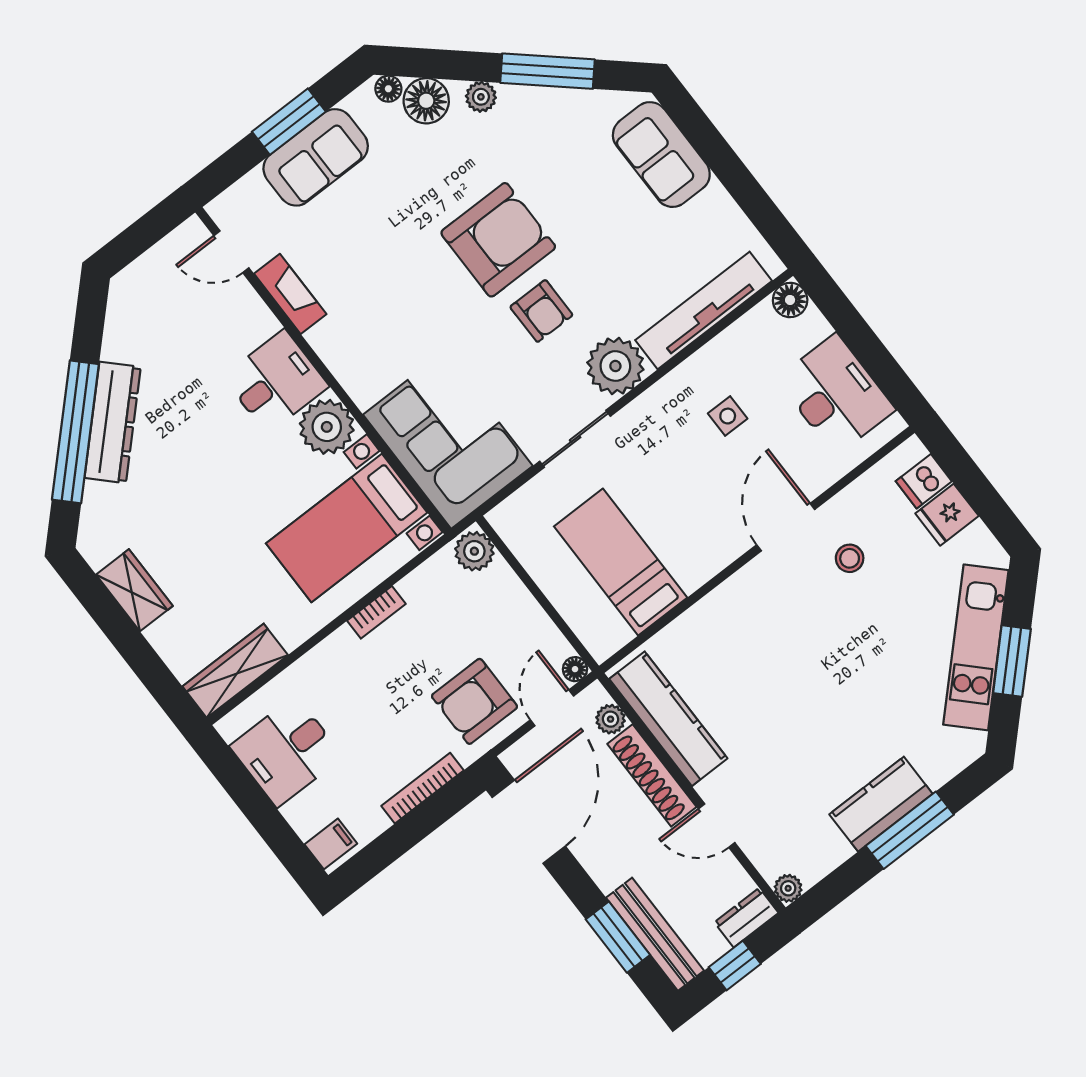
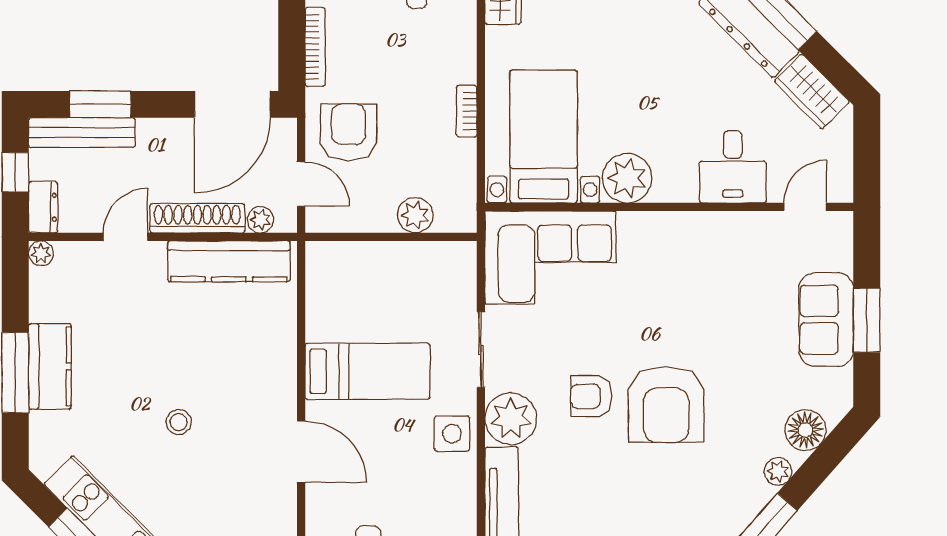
floor lamp: (388, 89) -> (835, 410), removed
fireplace: (290, 294) -> (742, 226), removed
wardrobe: (126, 324) -> (812, 91), added
desk: (276, 381) -> (733, 167), moved
side table: (728, 416) -> (452, 434), moved, width x1.37, depth x1.37
plant: (474, 551) -> (415, 215), moved
stool: (850, 558) -> (179, 422), moved
bed: (621, 562) -> (368, 371), moved
floor lamp: (575, 669) -> (316, 222), removed
door: (529, 822) -> (232, 104), hinge flipped

